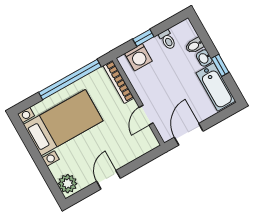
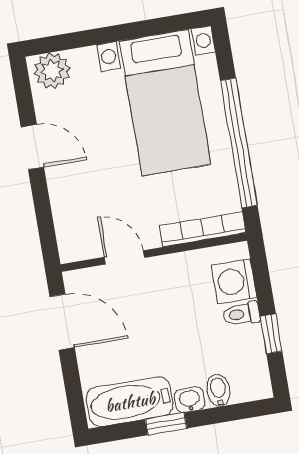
window: (143, 38) -> (271, 334), moved
toilet: (167, 40) -> (241, 314), moved

